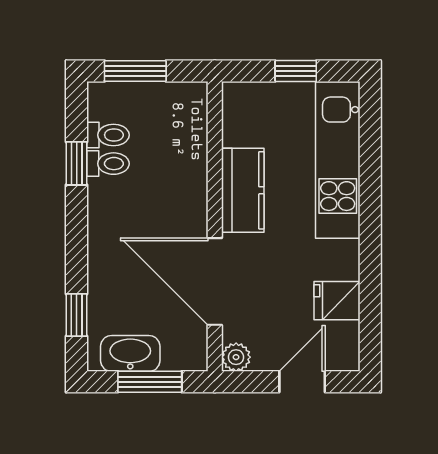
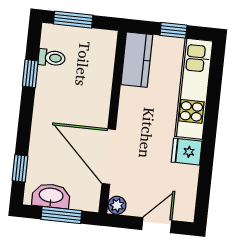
toilet: (108, 164) -> (50, 76), removed
kitchen counter: (243, 190) -> (137, 60), moved
fridge: (337, 301) -> (187, 152), moved

